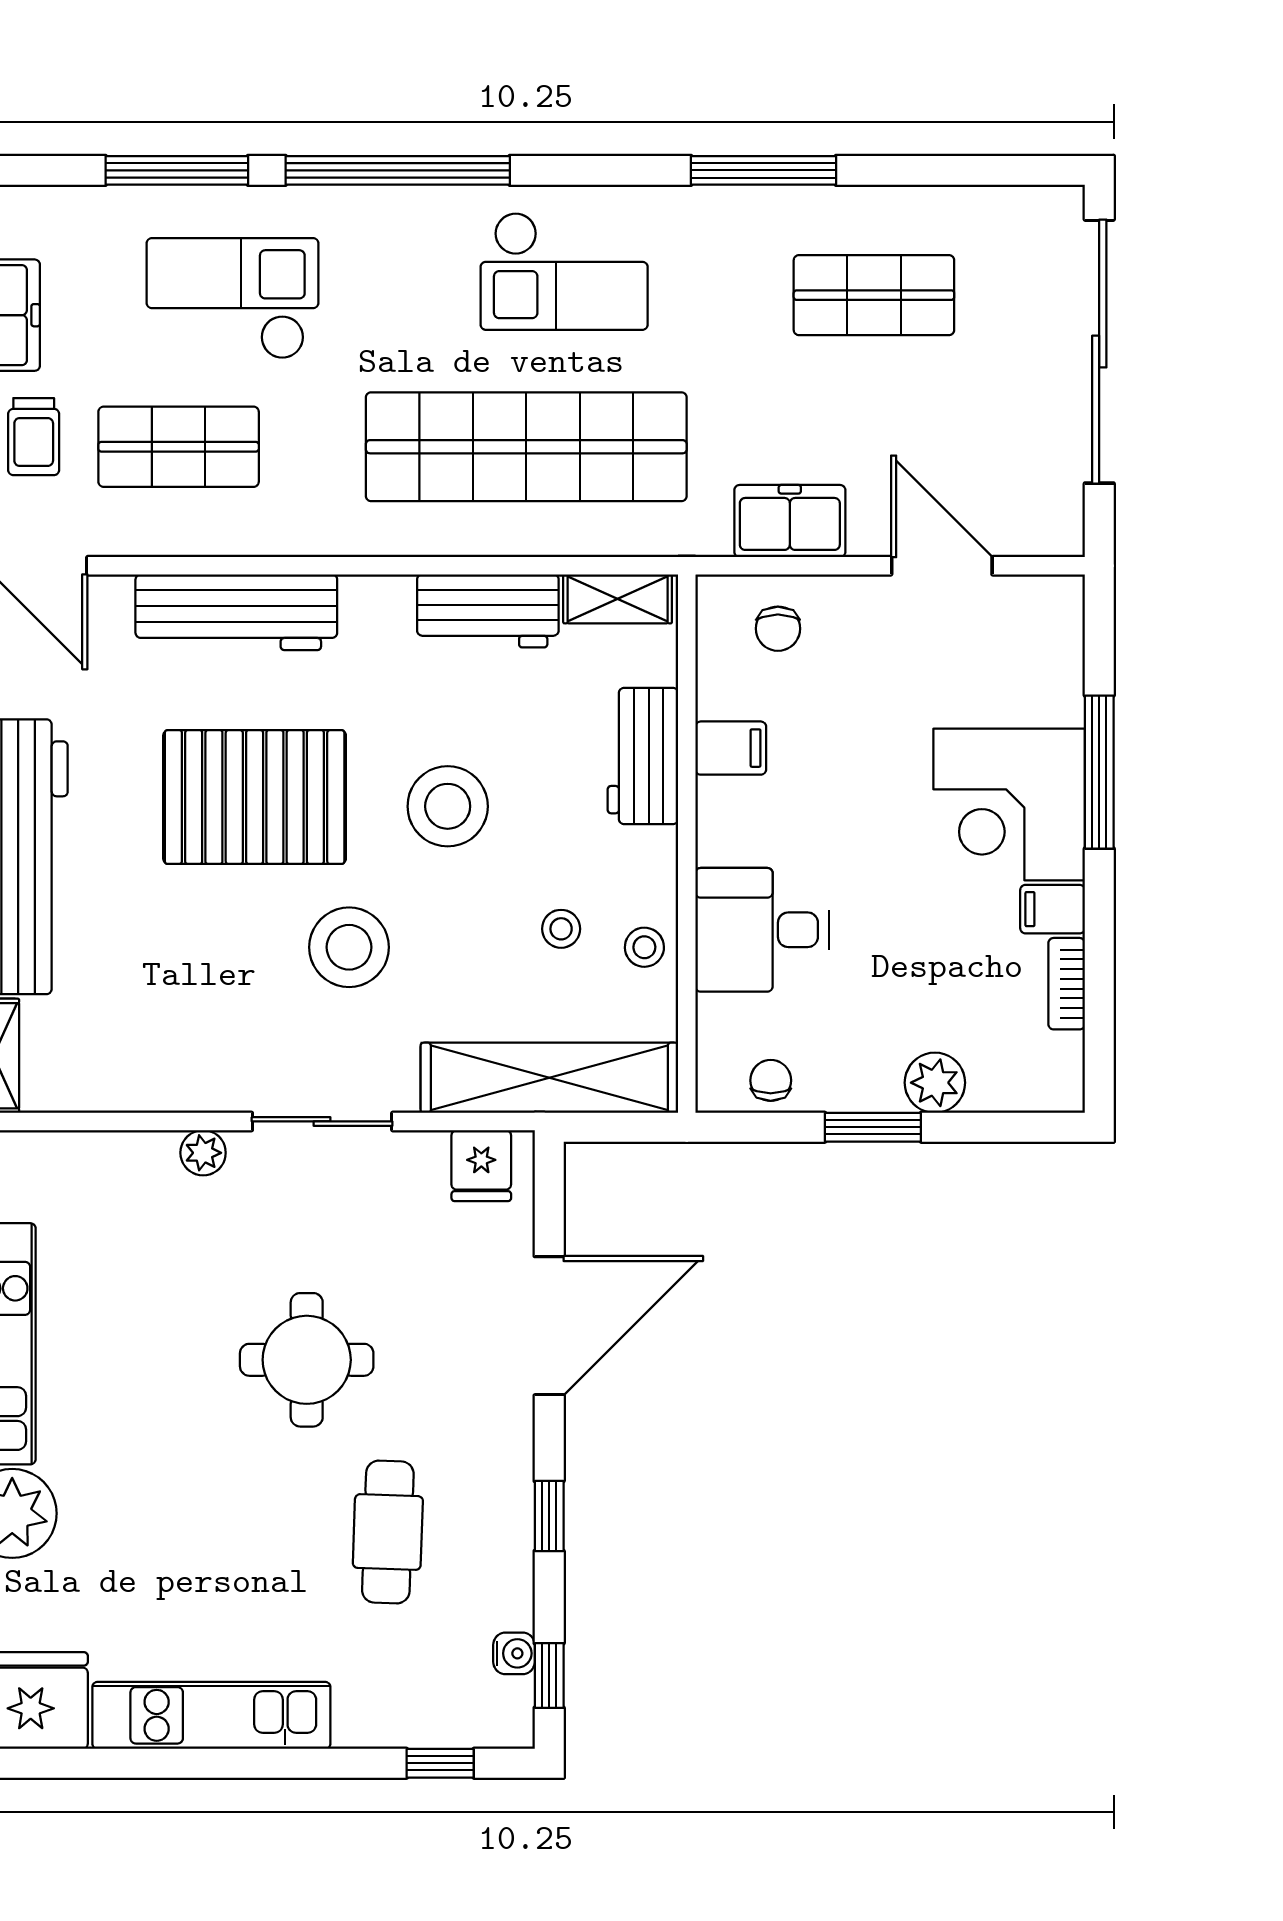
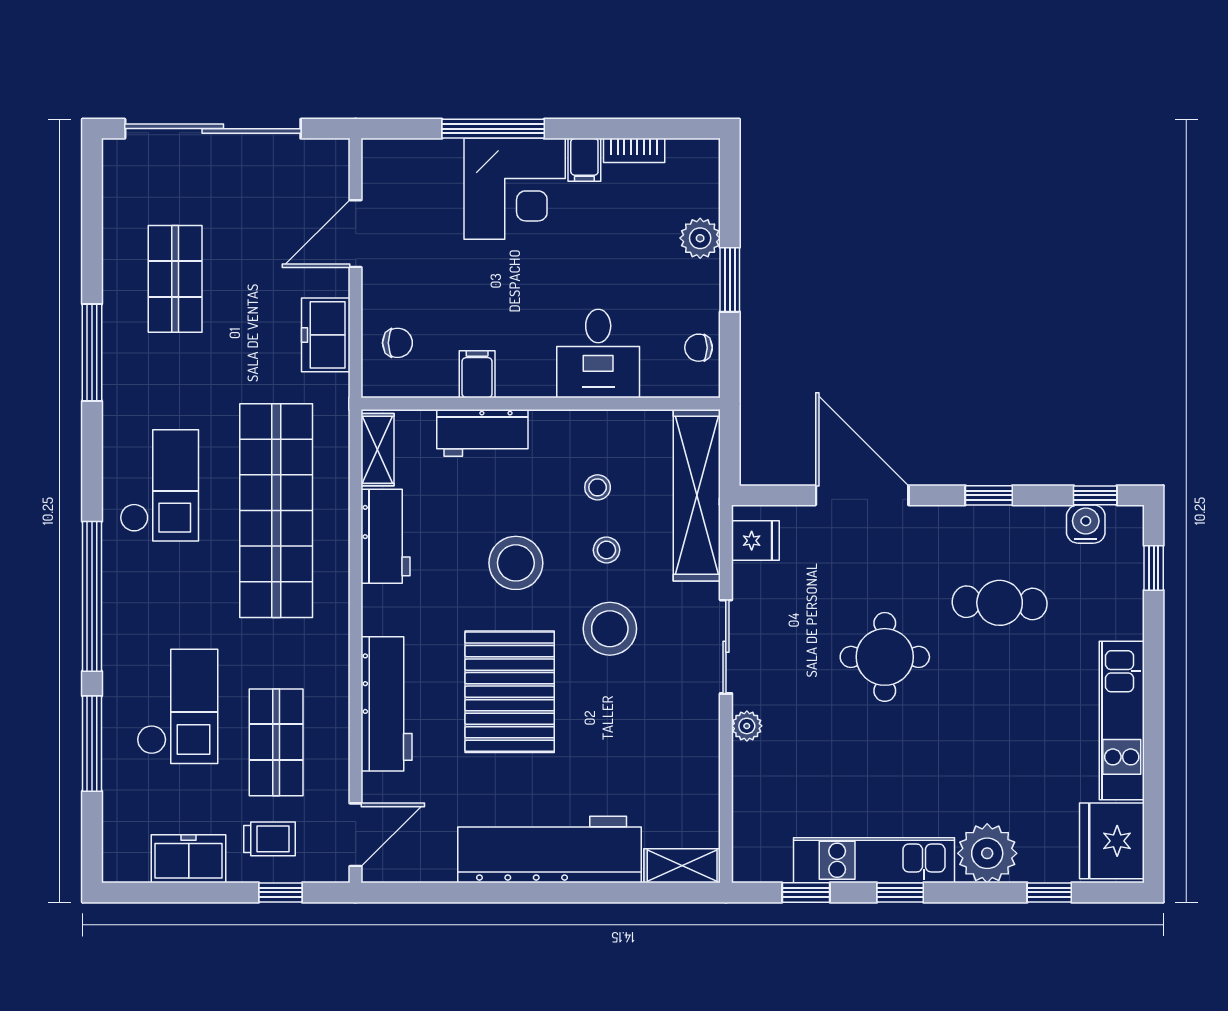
checkout: (232, 298) -> (177, 706), turned 180
stool: (644, 947) -> (606, 550), moved
water cooler: (514, 1653) -> (1086, 524), width x1.38, depth x1.38

